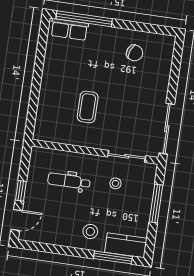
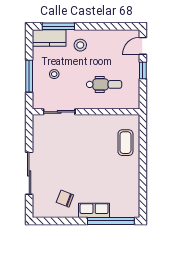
row of seats: (69, 29) -> (94, 210), moved
coffee table: (88, 107) -> (125, 143), moved
sliding door: (167, 129) -> (29, 173), moved
stool: (115, 183) -> (54, 74), moved

